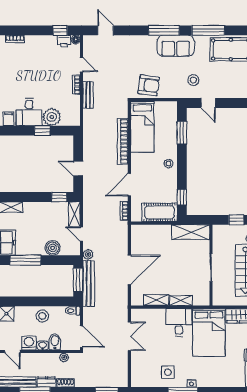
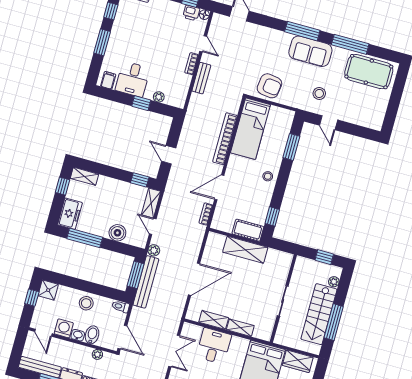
plant: (52, 117) -> (159, 97), width x0.53, depth x0.53
cot: (159, 212) -> (248, 230), width x0.73, depth x0.75
shelving: (191, 232) -> (245, 250), moved
desk: (179, 322) -> (214, 346), moved

